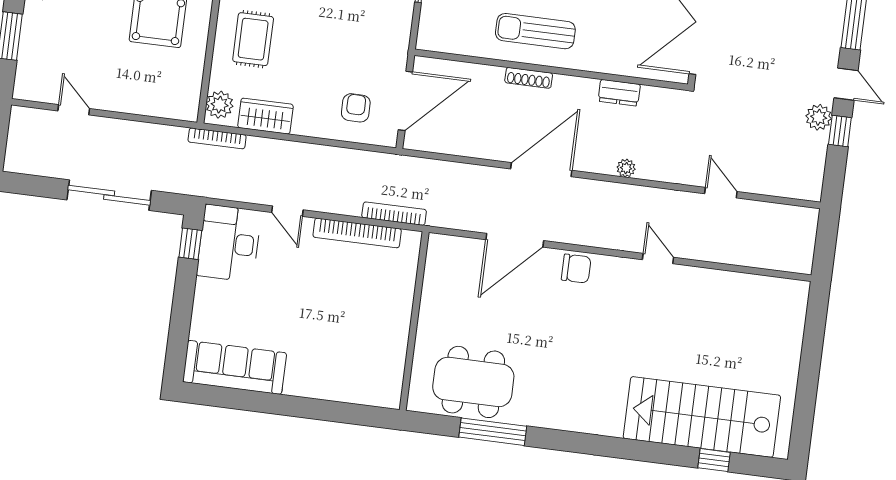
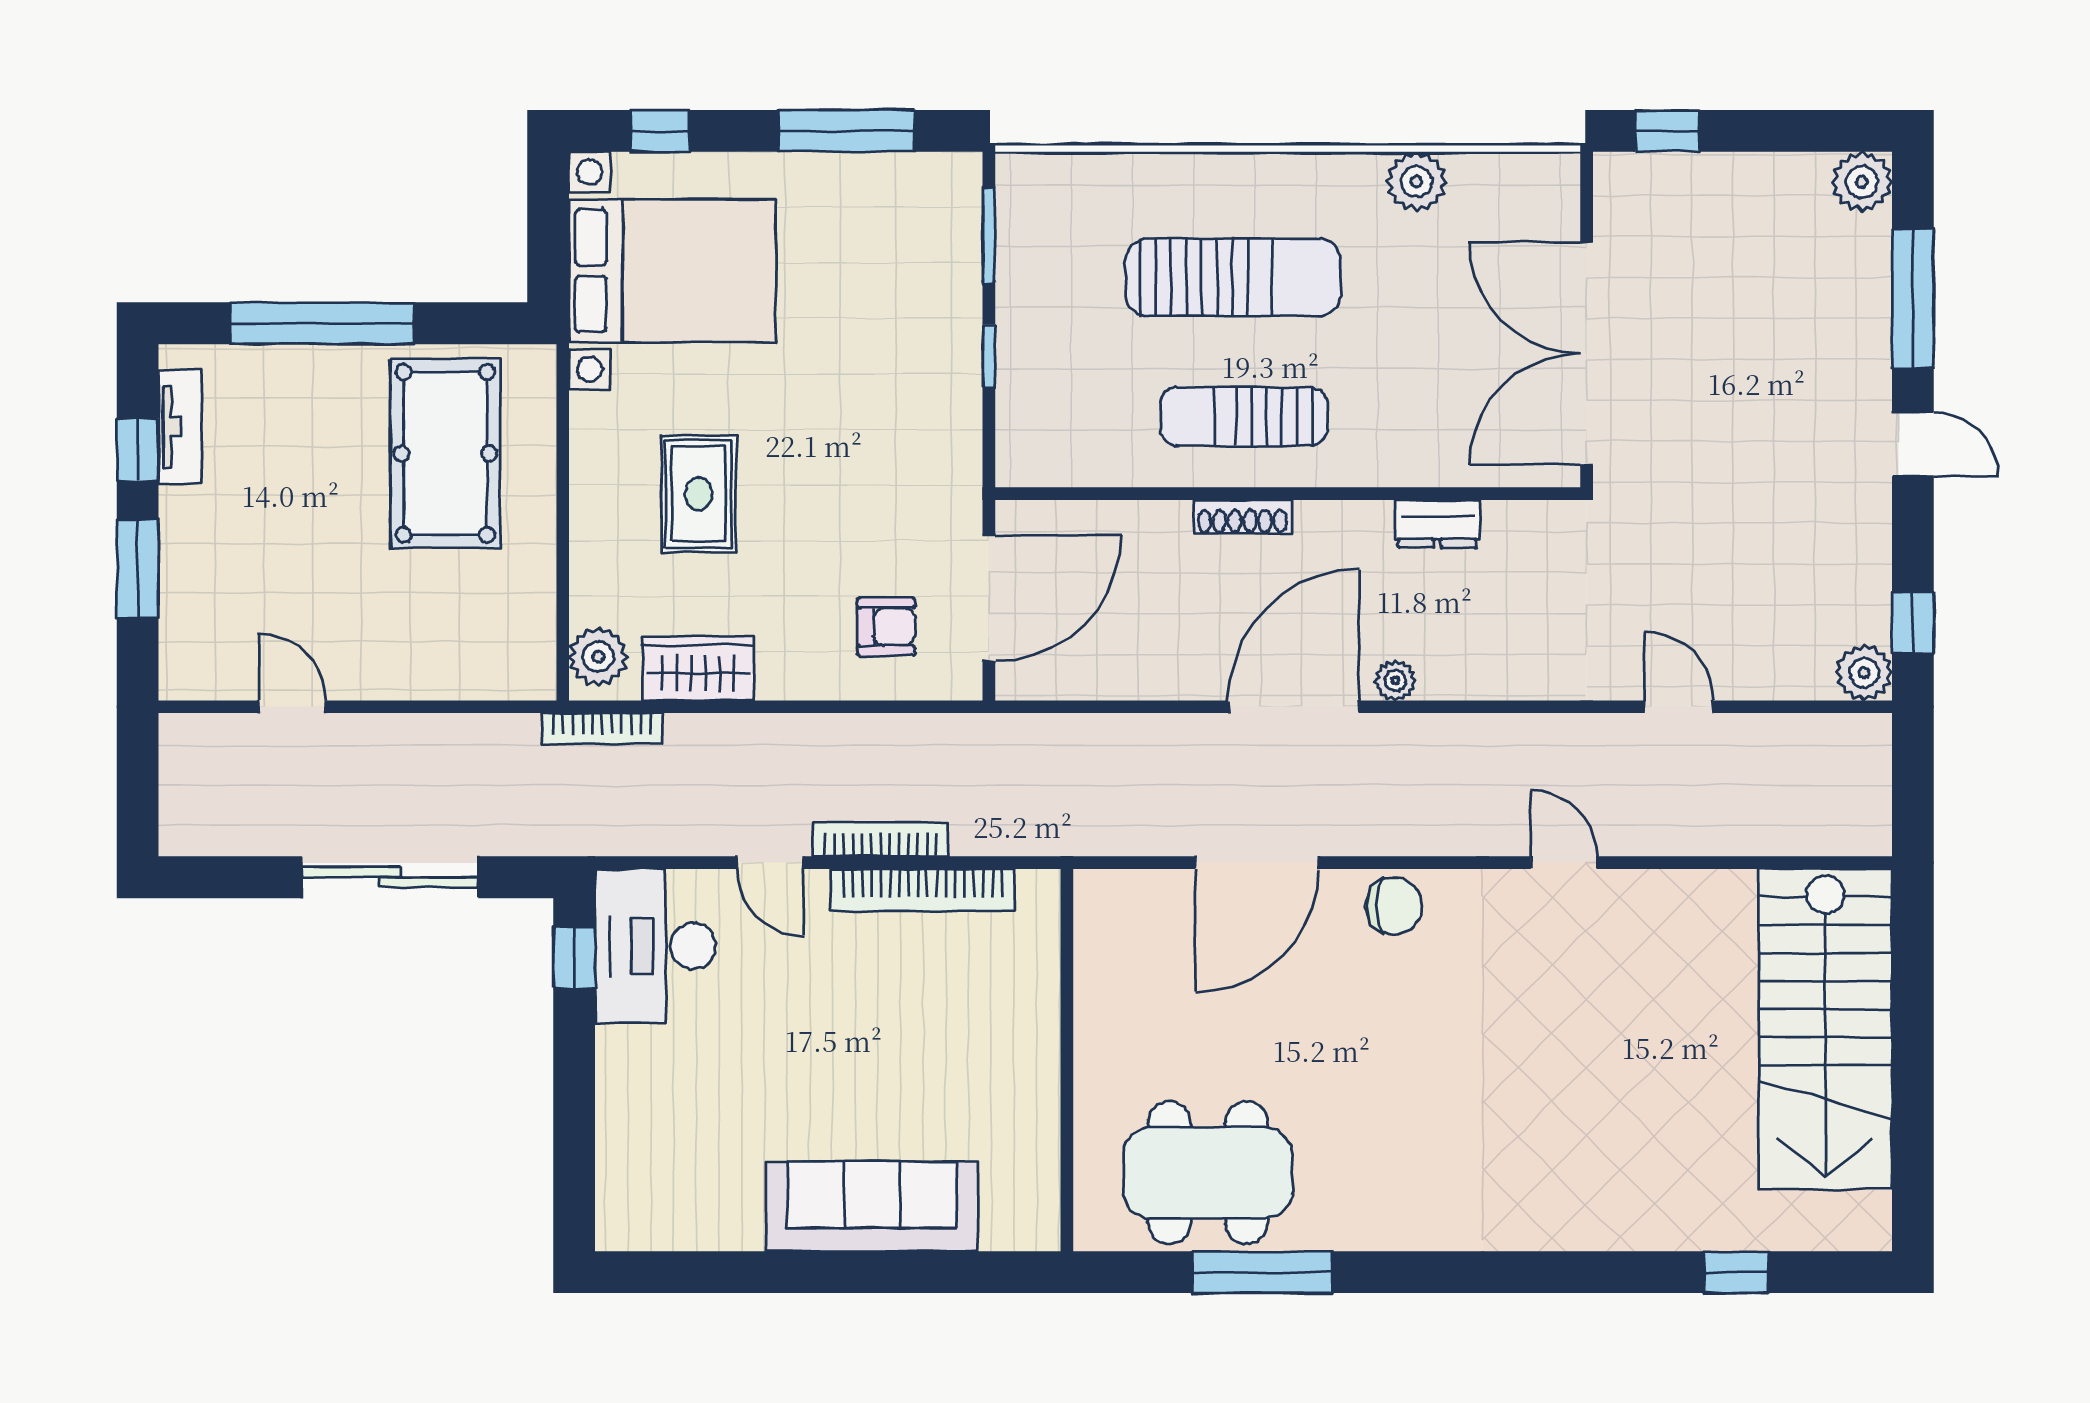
rug: (253, 39) -> (699, 494), moved
armchair: (356, 108) -> (886, 627), turned 90
plant: (819, 117) -> (1864, 673), moved
window: (840, 131) -> (1913, 623), moved
plant: (626, 168) -> (1395, 681), moved
bookcase: (394, 214) -> (881, 839), moved
sofa: (235, 367) -> (872, 1206), moved
stairs: (702, 417) -> (1825, 1029), moved, turned -90

